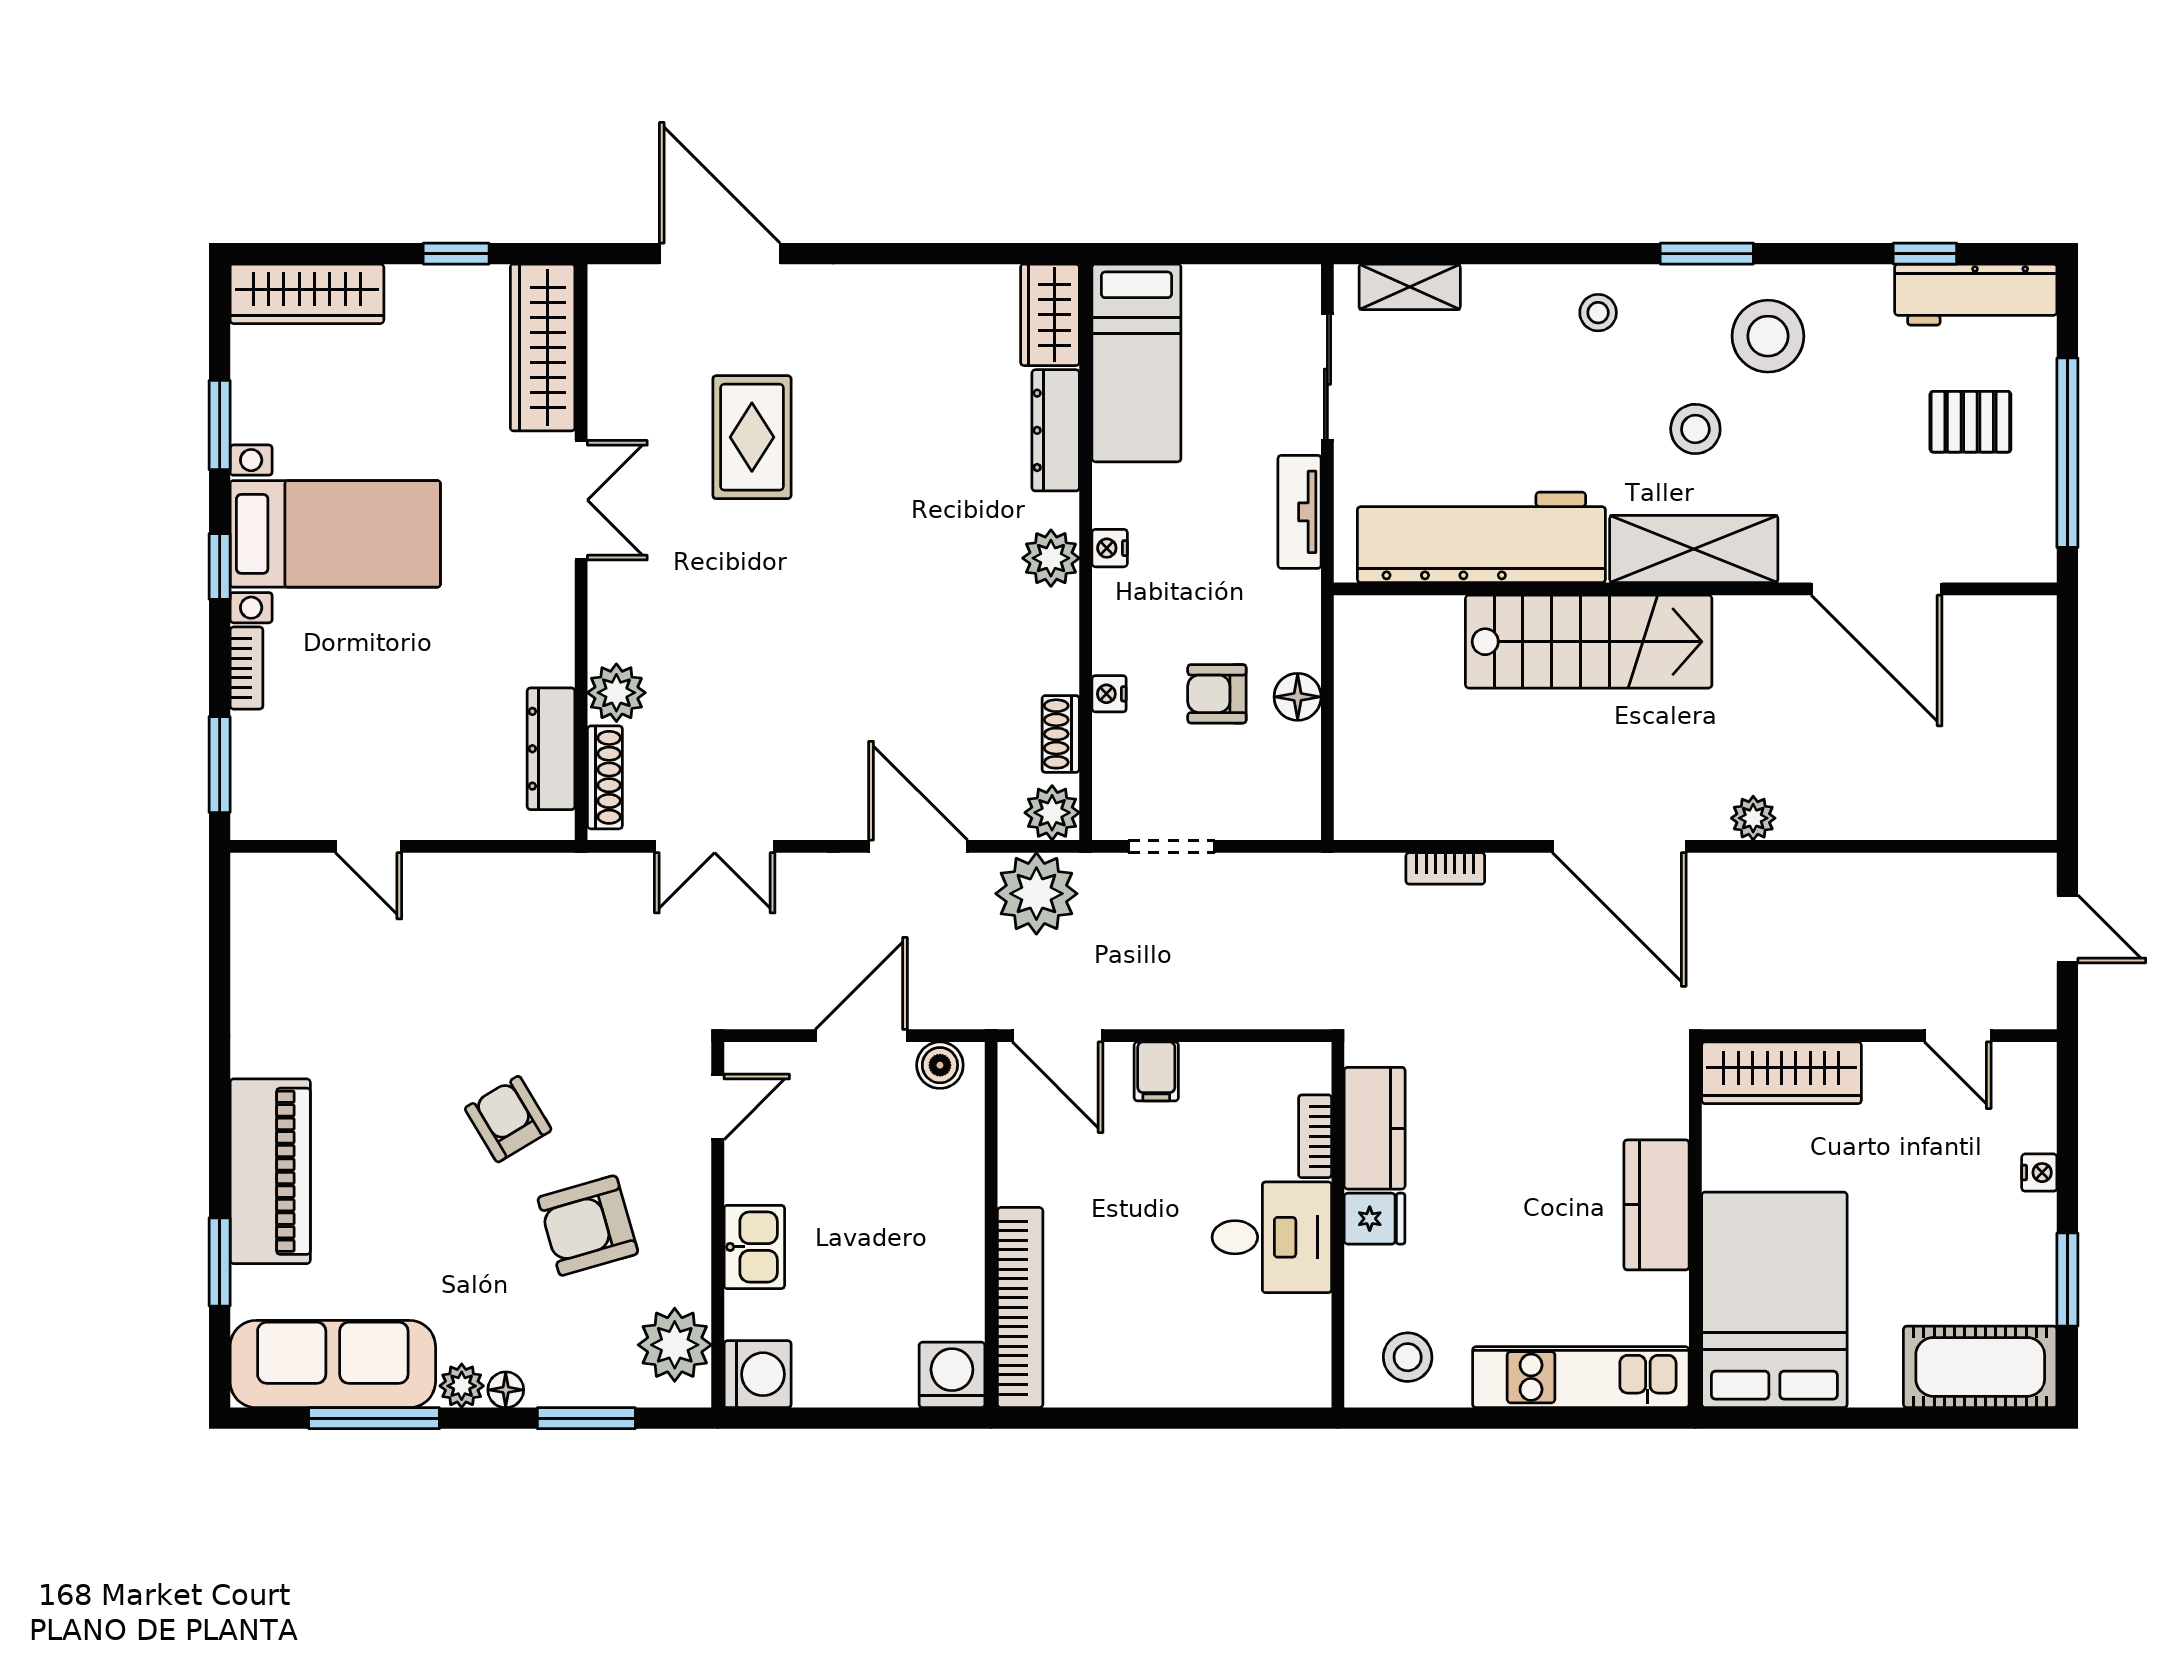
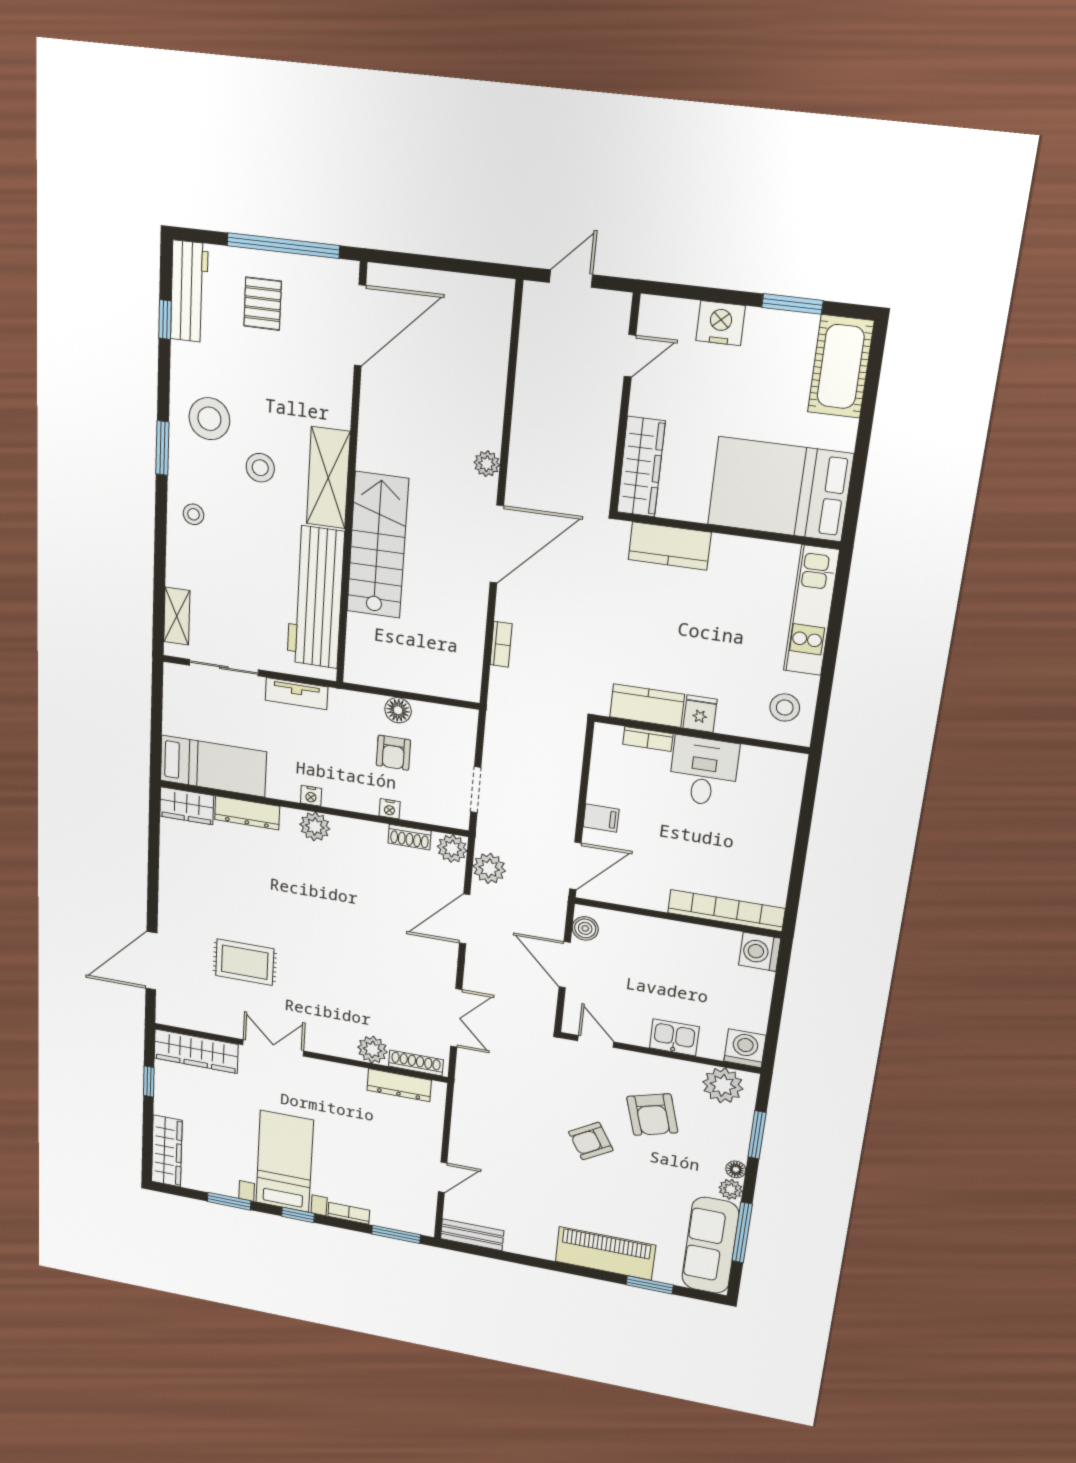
door: (1877, 589) -> (360, 325), moved
plant: (1036, 894) -> (489, 868), width x0.73, depth x0.73
bench: (253, 913) -> (472, 1235), added
nightstand: (2039, 1173) -> (721, 323), width x1.89, depth x1.79
kitchen counter: (1656, 1205) -> (670, 546), moved

